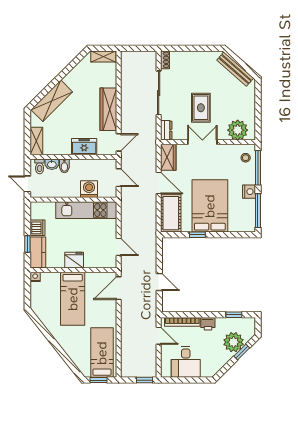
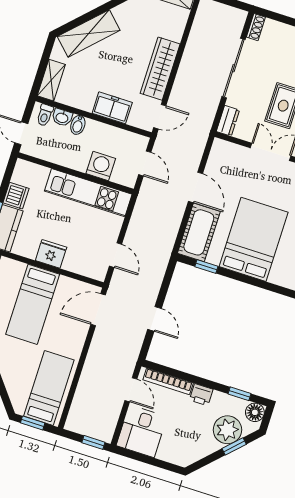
wardrobe: (168, 157) -> (219, 157), removed
window: (197, 235) -> (206, 266), moved
floor lamp: (249, 324) -> (255, 412), added
desk: (186, 362) -> (142, 431), moved

